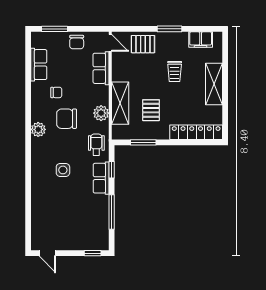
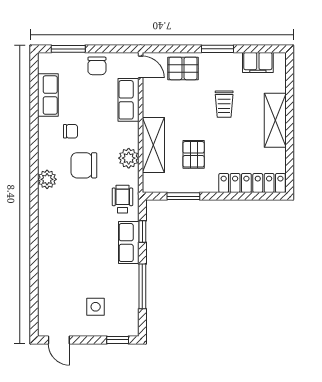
side table: (63, 170) -> (96, 307), moved

